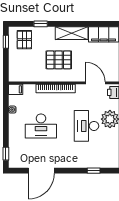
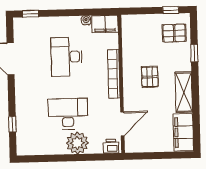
pallet: (59, 60) -> (150, 77), width x0.67, depth x0.71
filing cabinet: (16, 89) -> (105, 24), width x2.00

